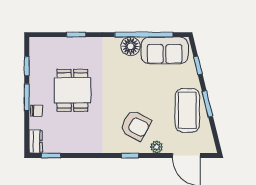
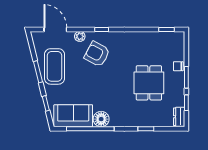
dresser: (36, 141) -> (179, 117), moved

